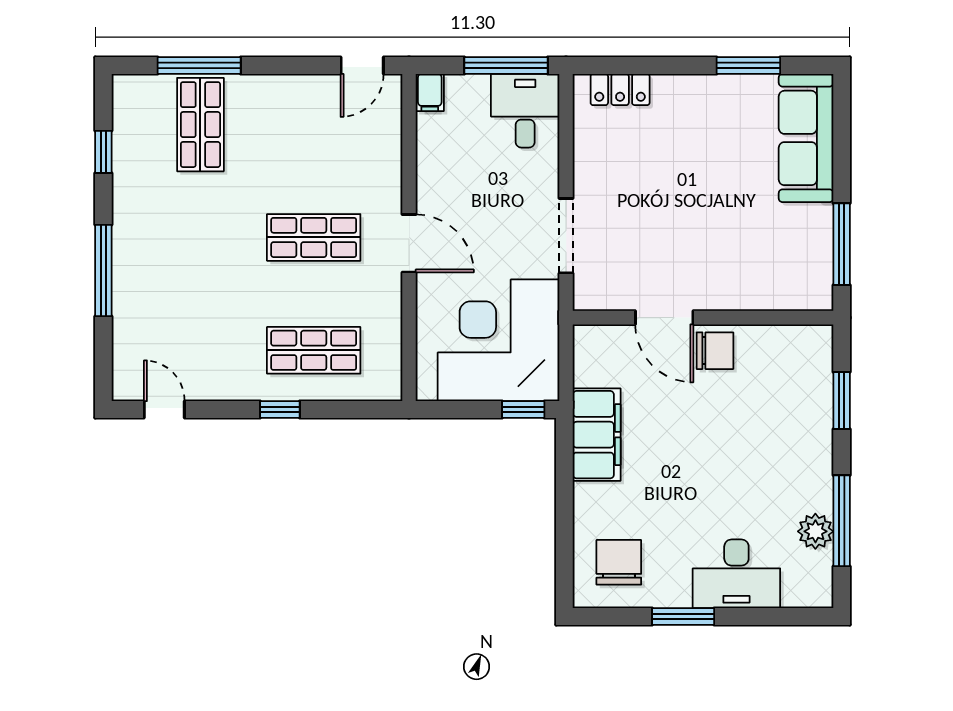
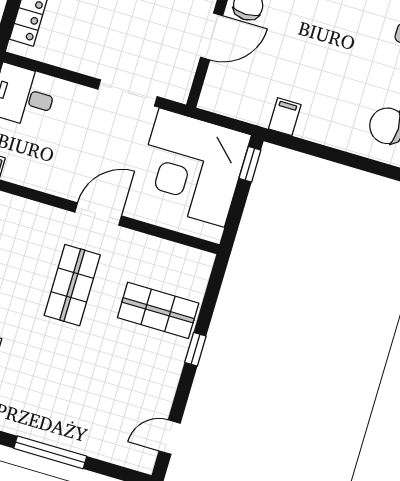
shop shelf: (314, 350) -> (158, 310), turned 90
filing cabinet: (597, 435) -> (285, 117), width x0.33, depth x0.86

